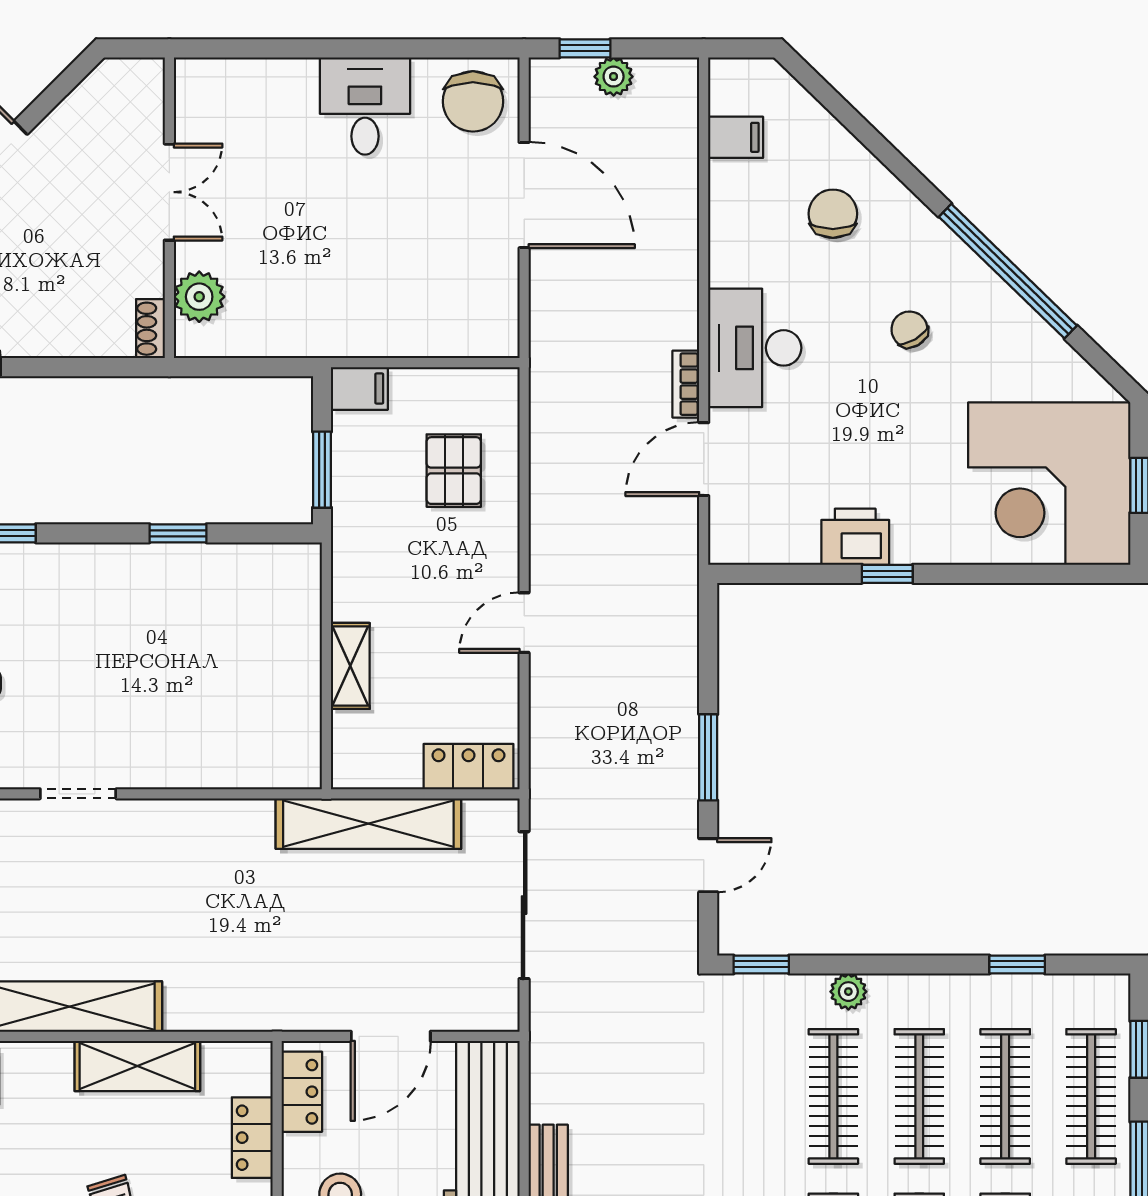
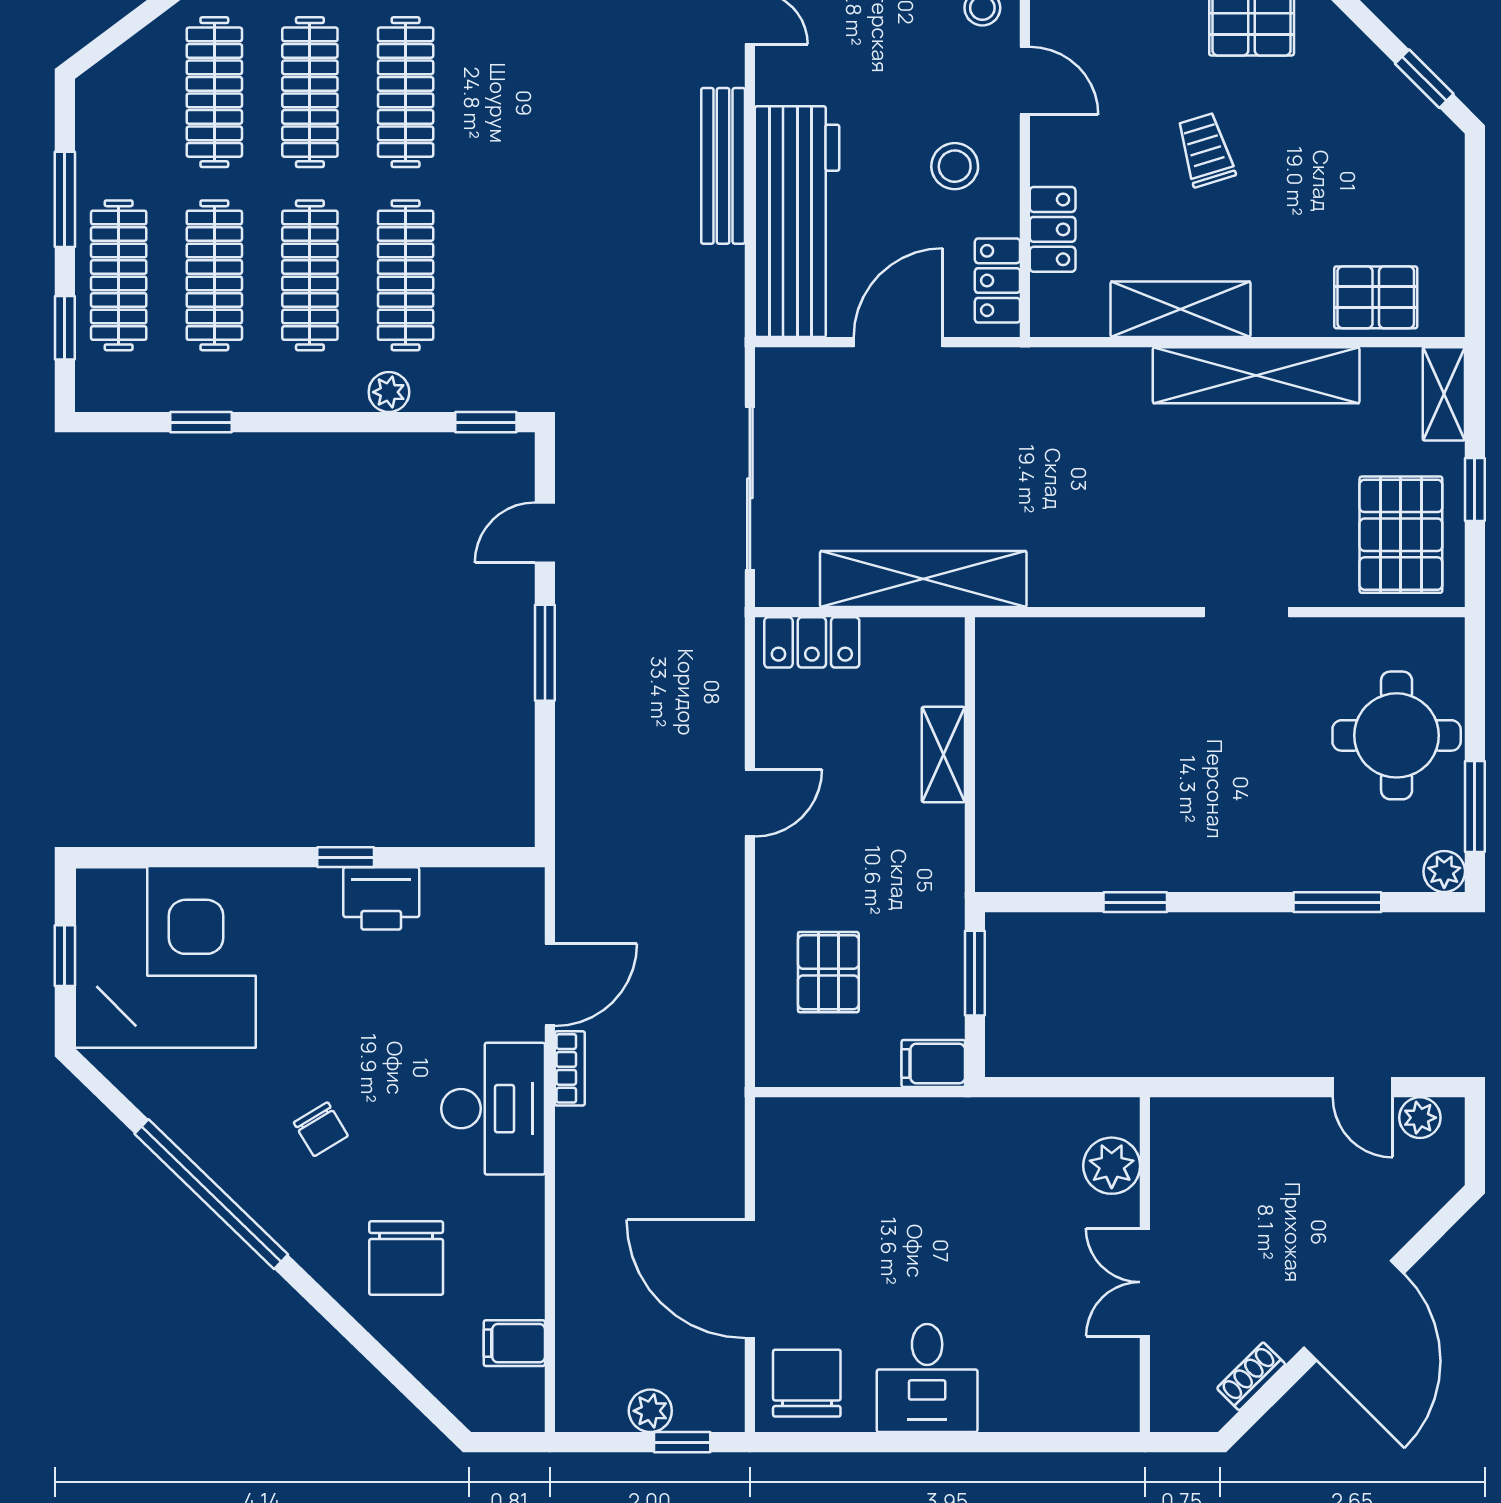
chair: (833, 214) -> (406, 1258), width x1.37, depth x1.37
shoe rack: (150, 329) -> (1251, 1376), moved, turned -135

